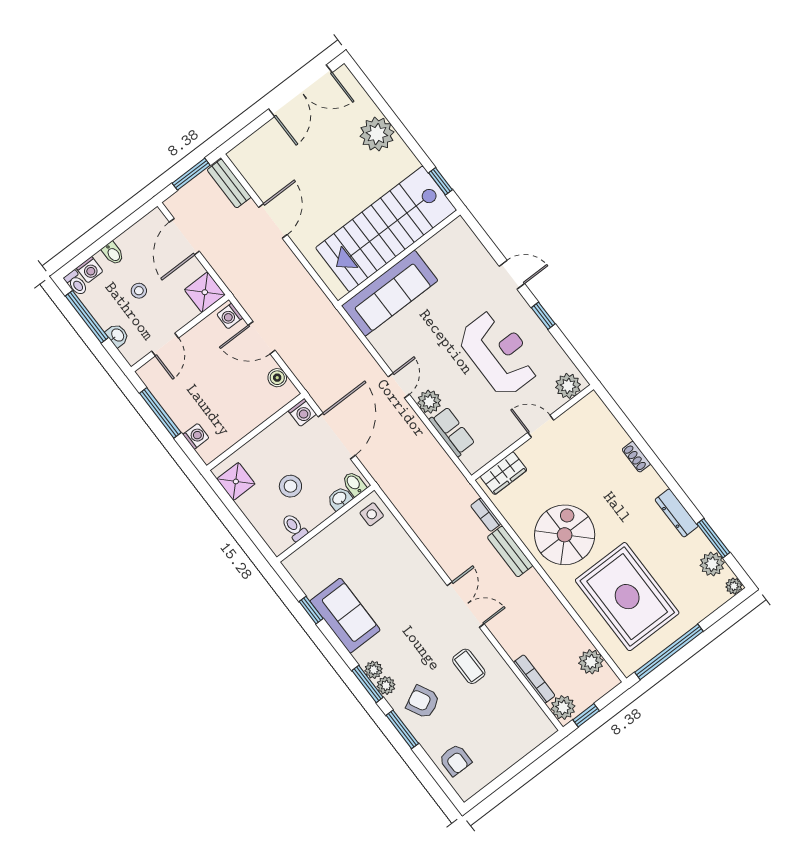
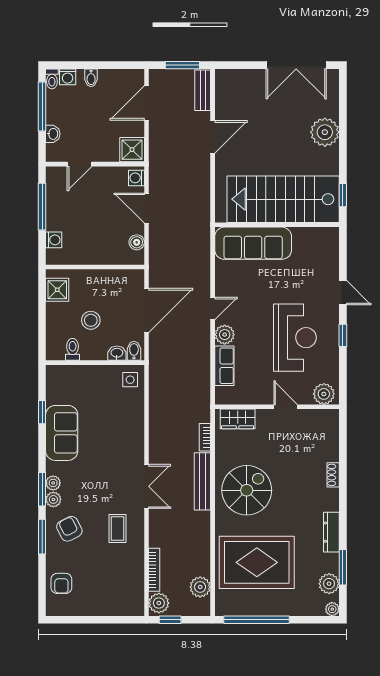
stool: (139, 291) -> (89, 115), removed
washing machine: (302, 412) -> (136, 278), removed
bench: (510, 551) -> (202, 481), width x1.36
rug: (627, 597) -> (257, 562), turned 90

